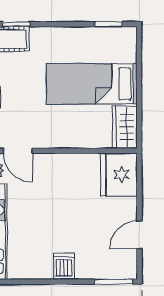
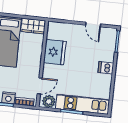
fridge: (119, 174) -> (55, 52), moved, turned -90

